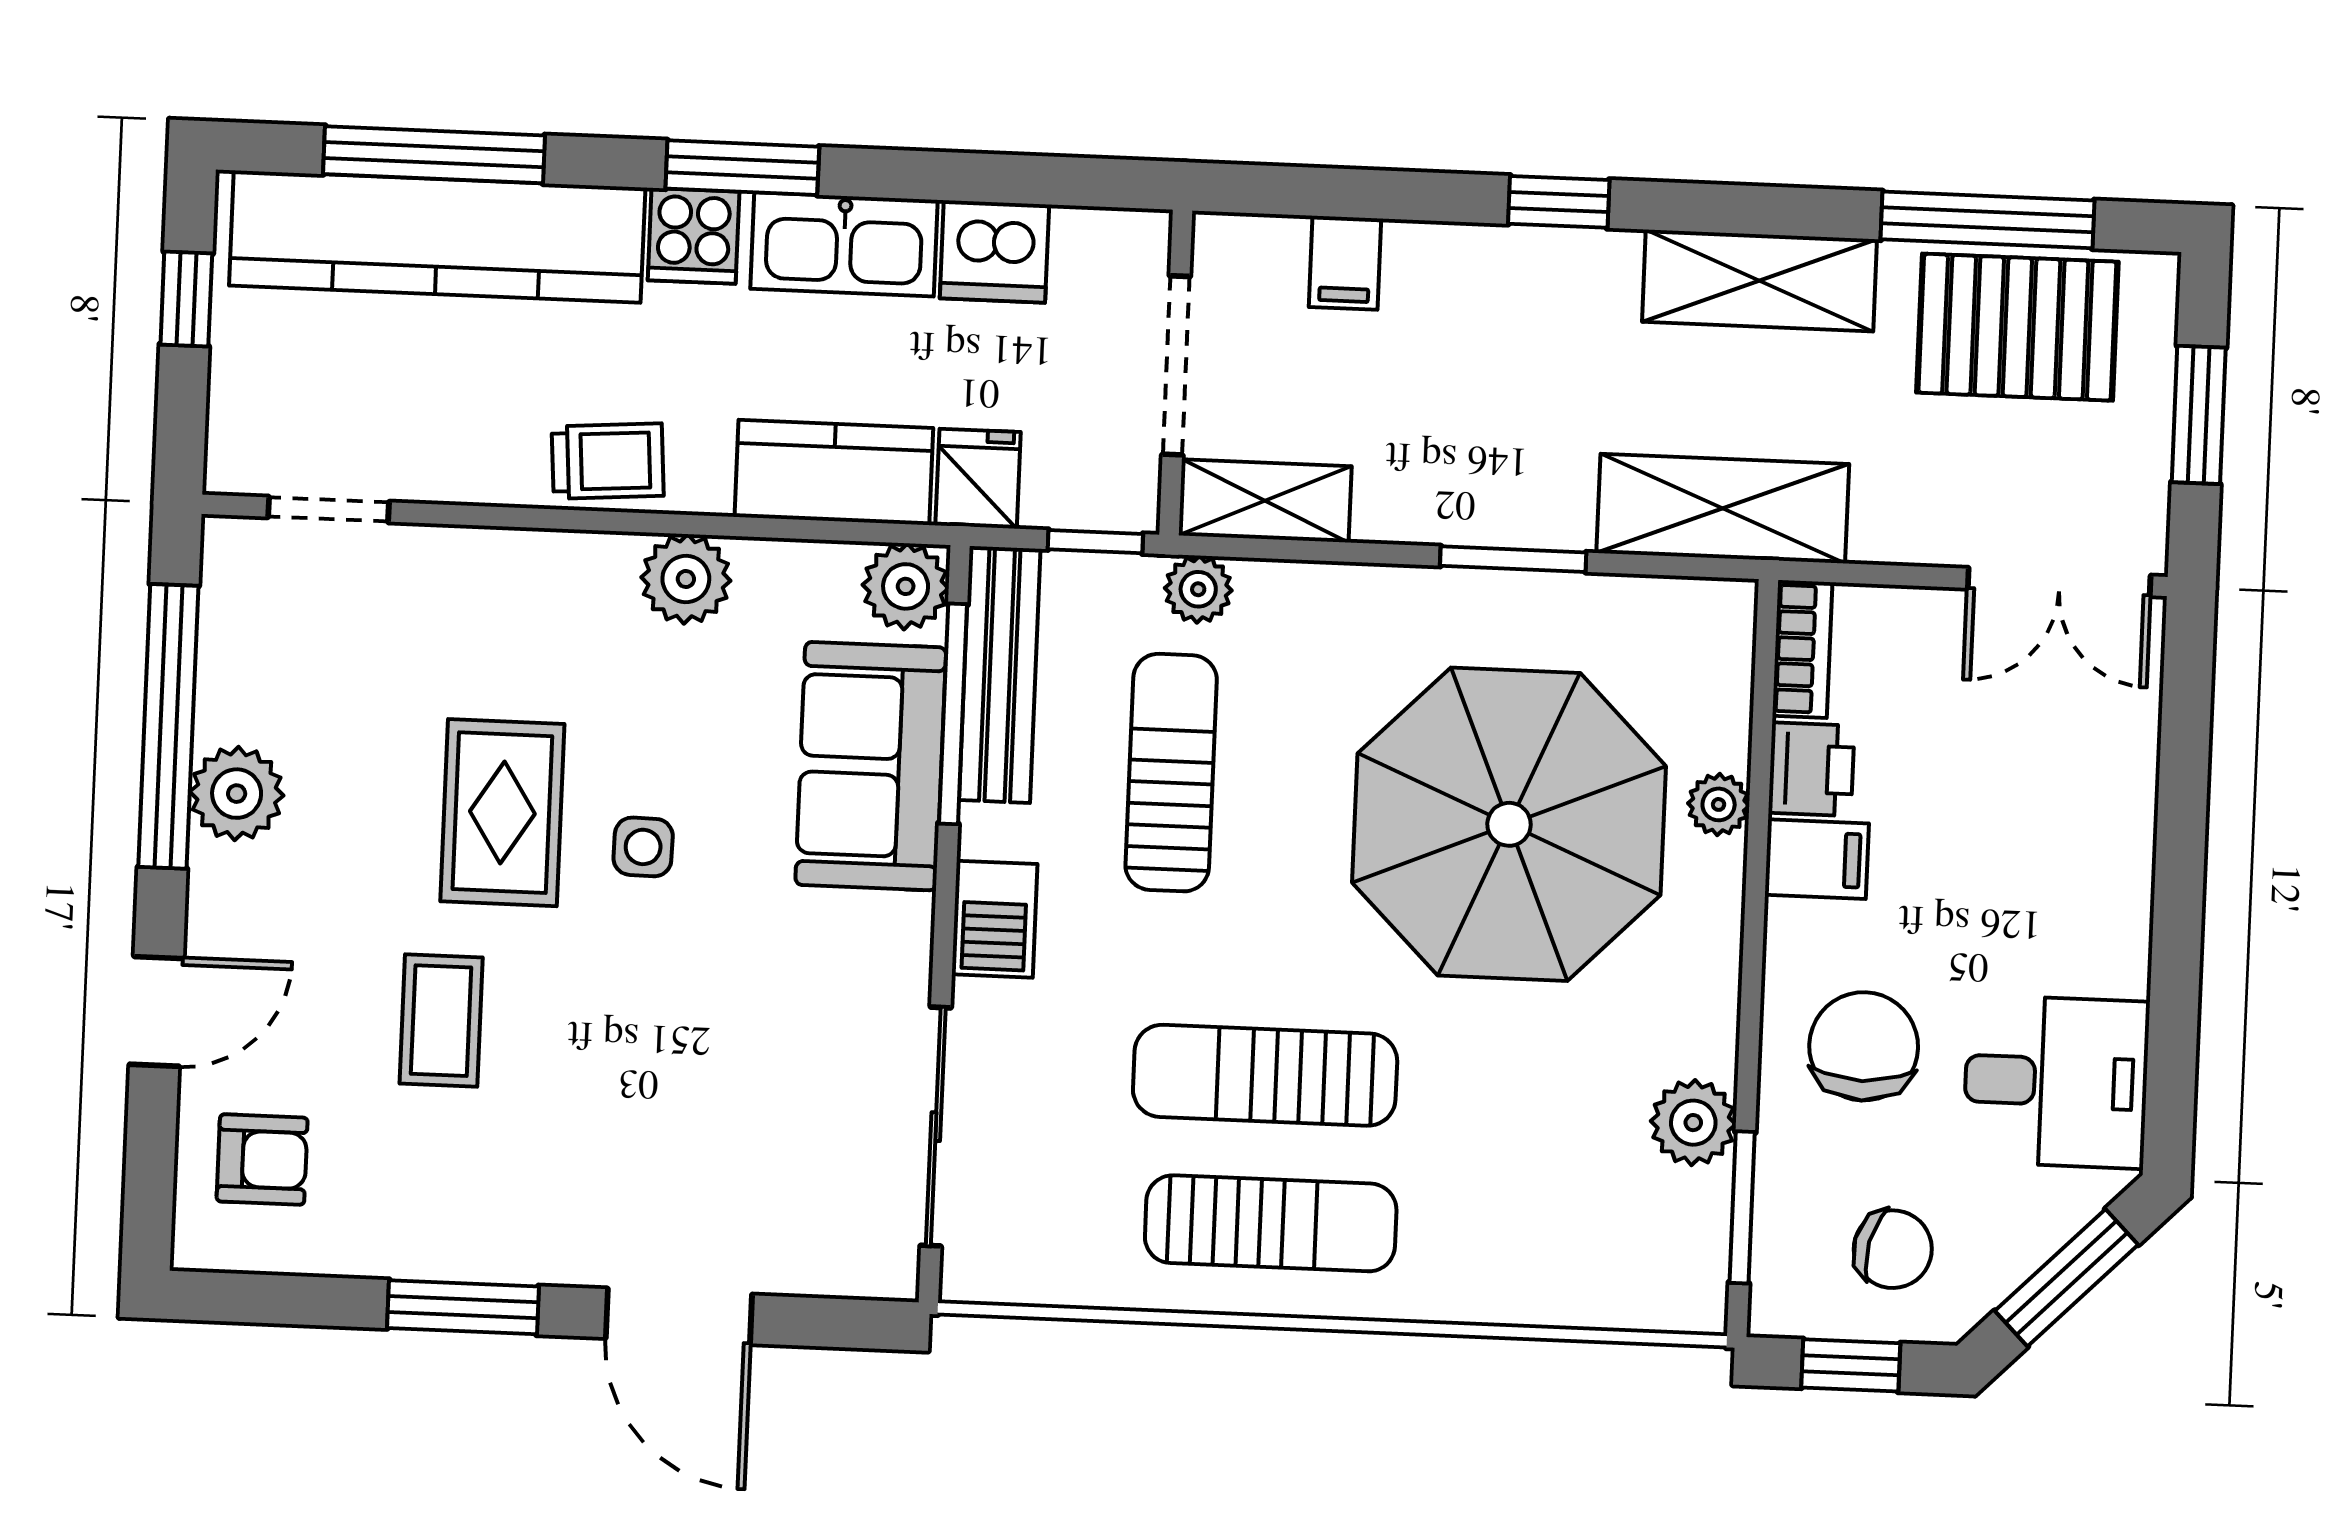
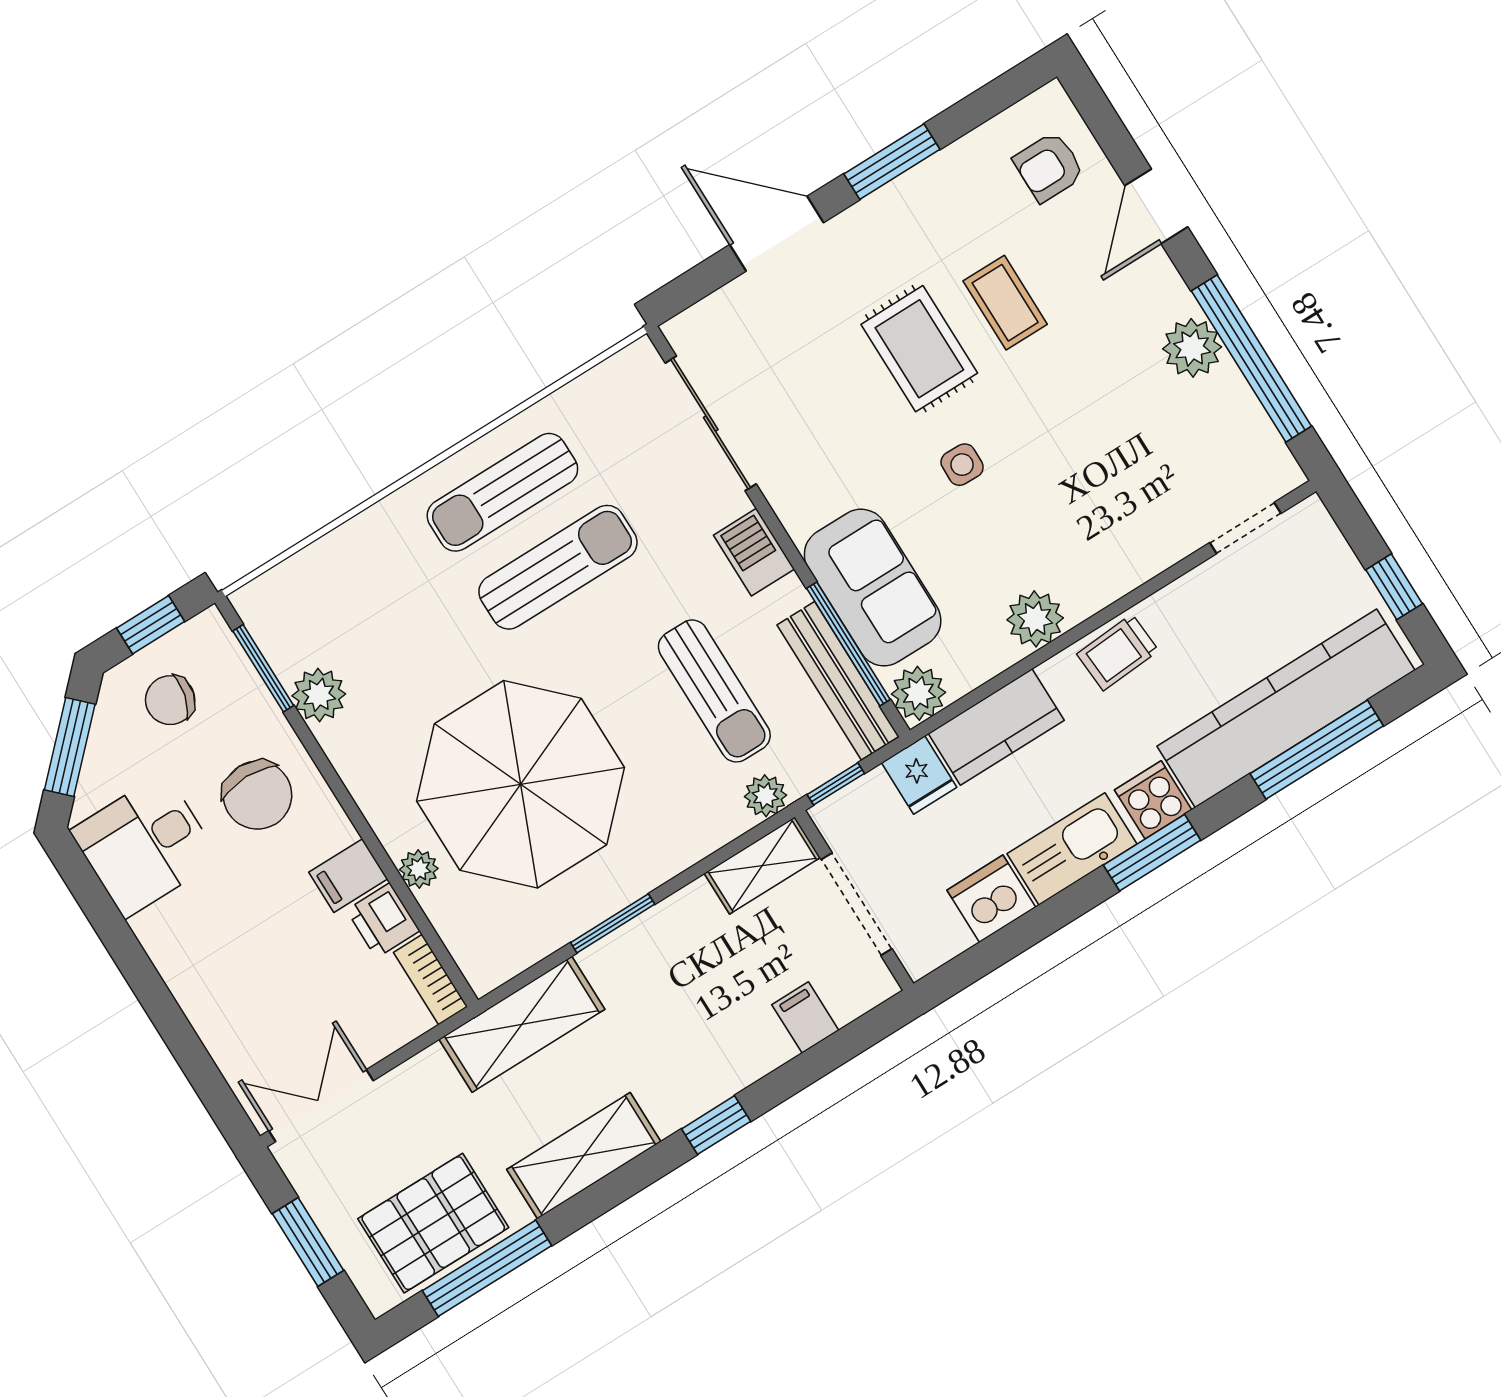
rug: (502, 813) -> (919, 349), moved

